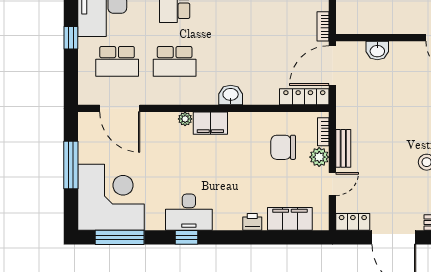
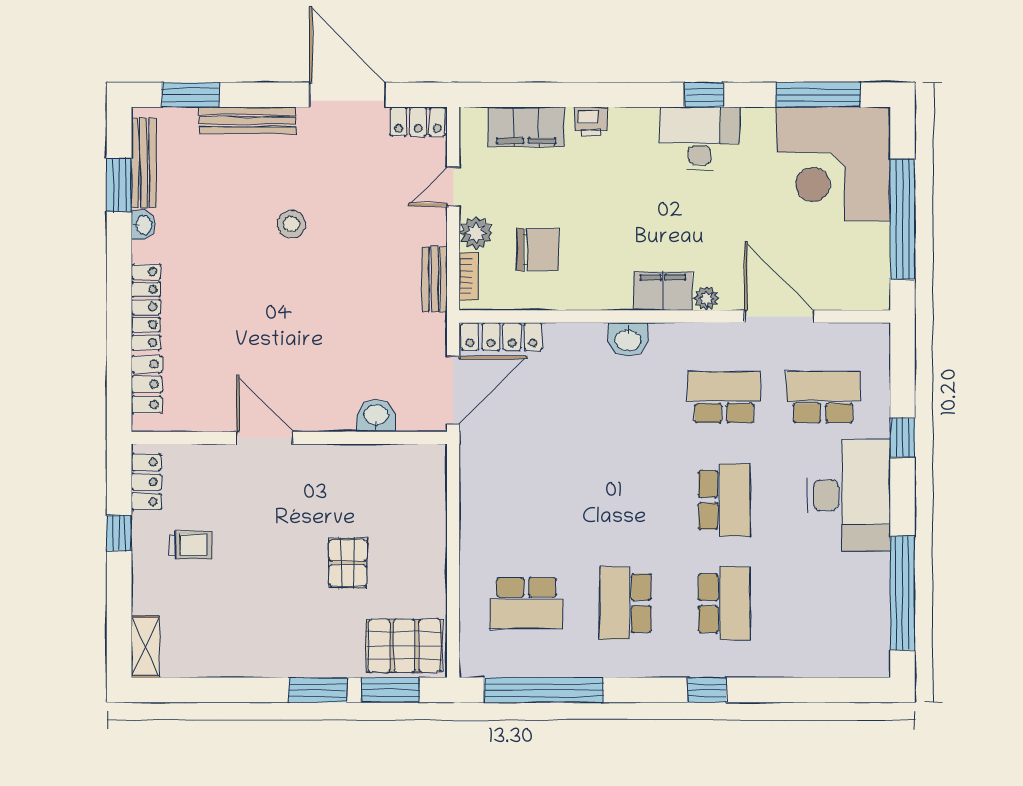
bookcase: (323, 26) -> (469, 457), removed
door: (120, 108) -> (779, 316), moved
bench: (343, 148) -> (435, 279), moved
window: (71, 165) -> (902, 219), width x1.46

